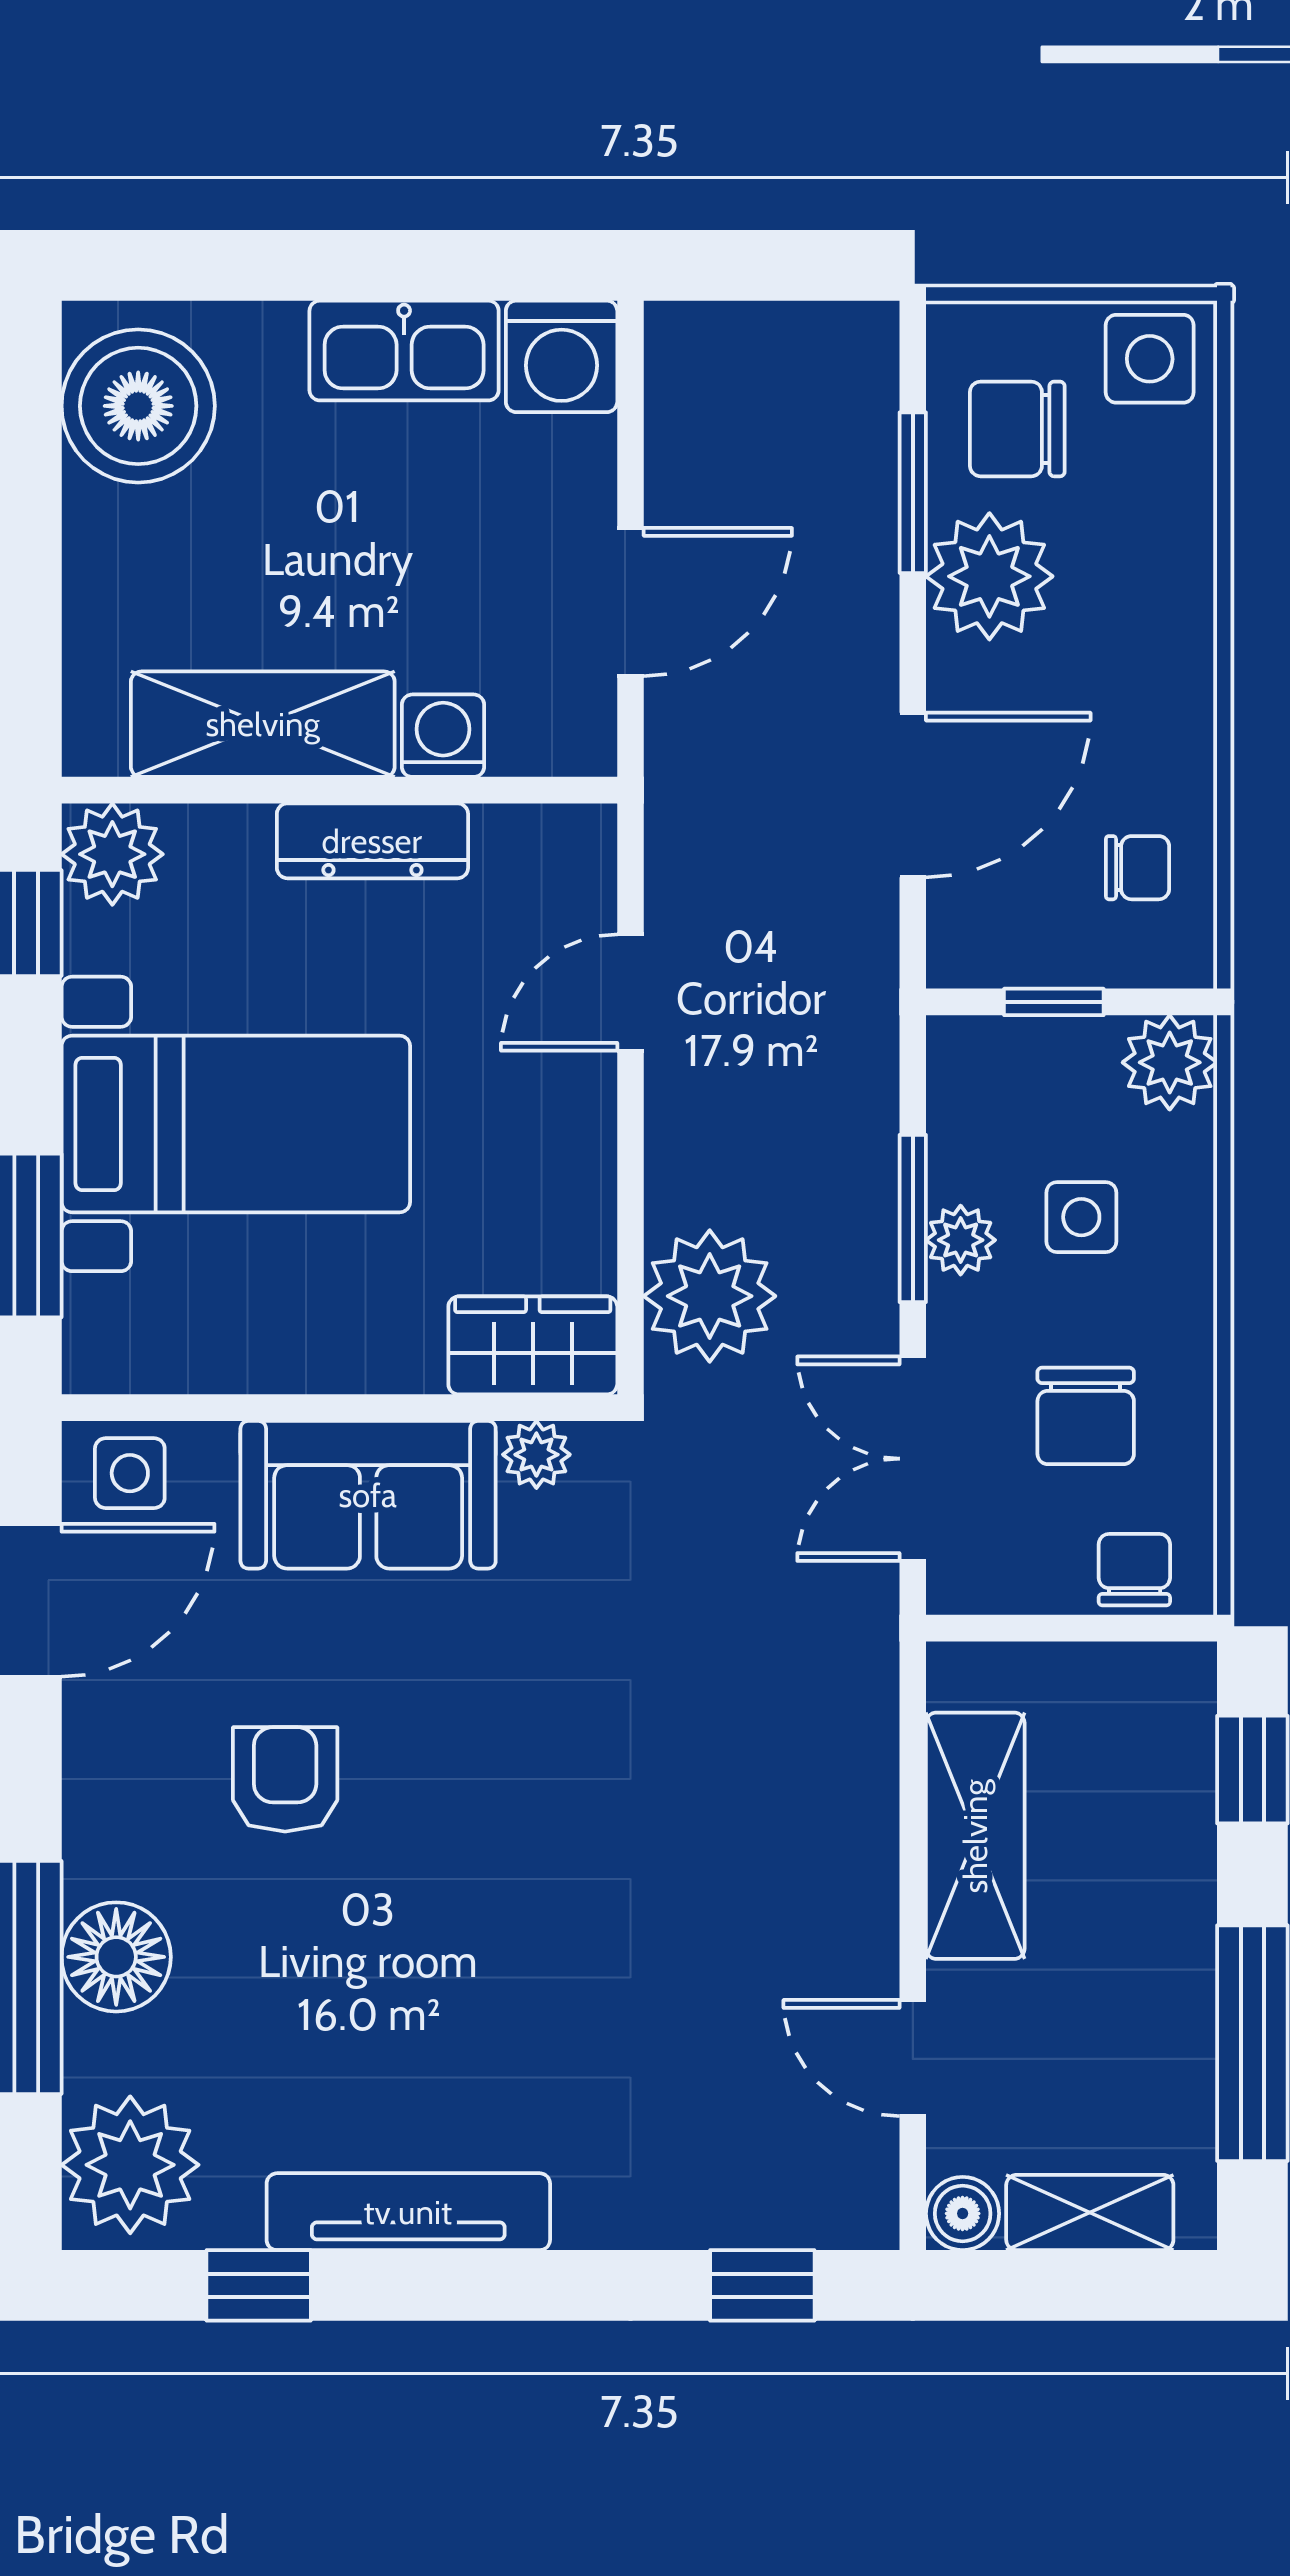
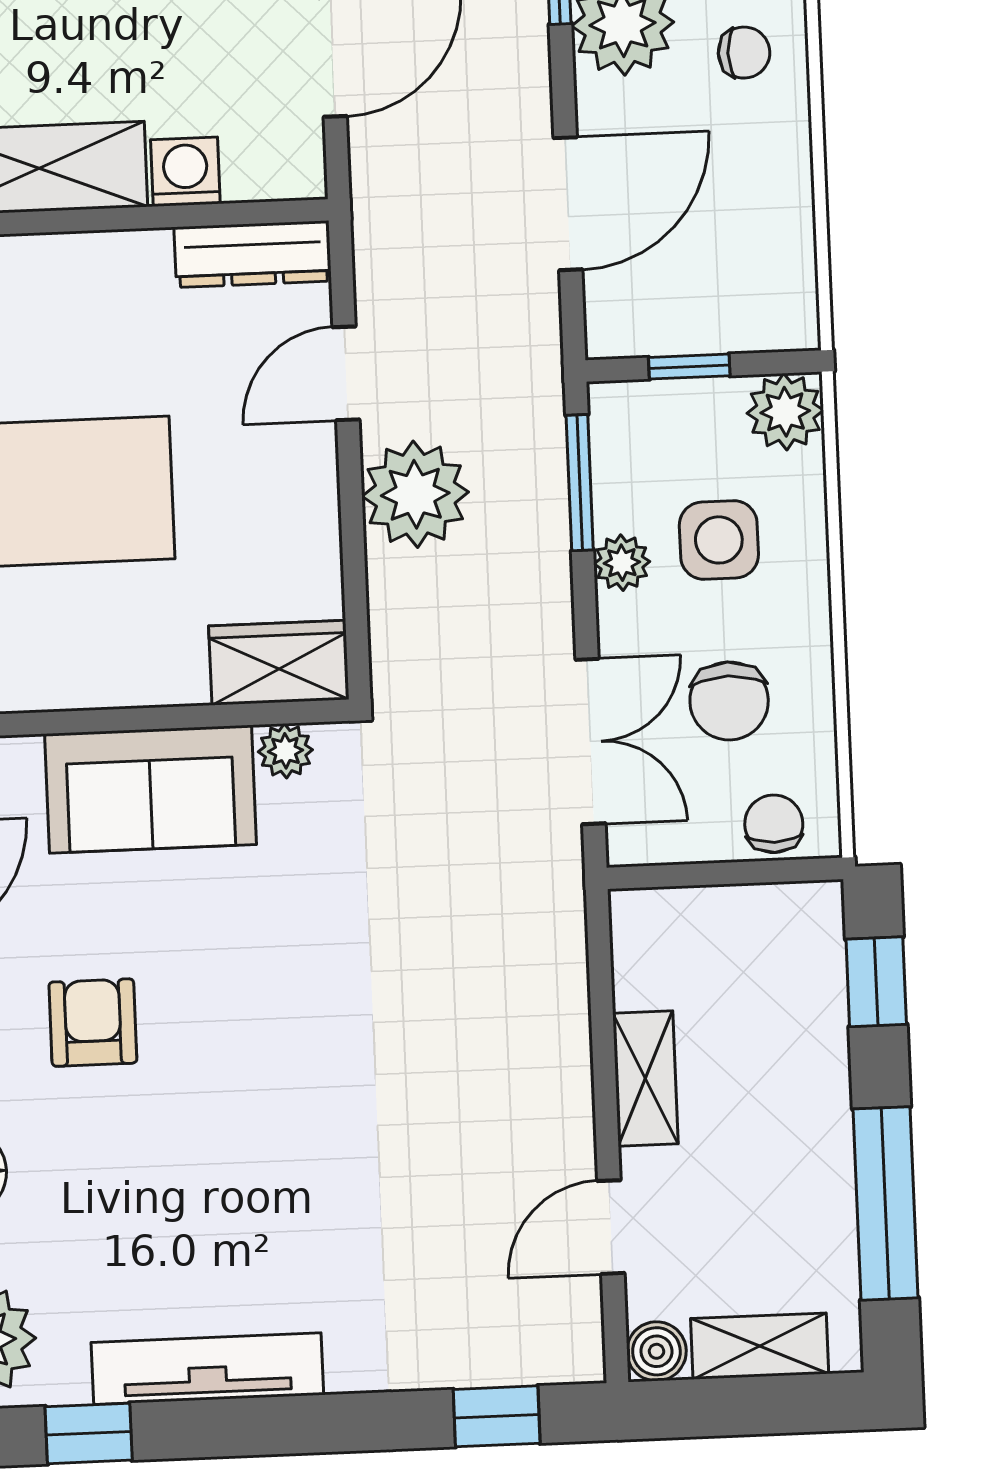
dresser: (372, 841) -> (253, 254), moved
chair: (1138, 868) -> (744, 53), moved
side table: (1081, 1217) -> (719, 540), width x1.37, depth x1.37
window: (913, 1218) -> (580, 483), moved
plant: (710, 1296) -> (415, 494), moved
double door: (913, 1459) -> (590, 741), swing flipped
shelving: (975, 1836) -> (645, 1079), width x0.67, depth x0.75
door: (913, 2058) -> (611, 1227), hinge flipped

